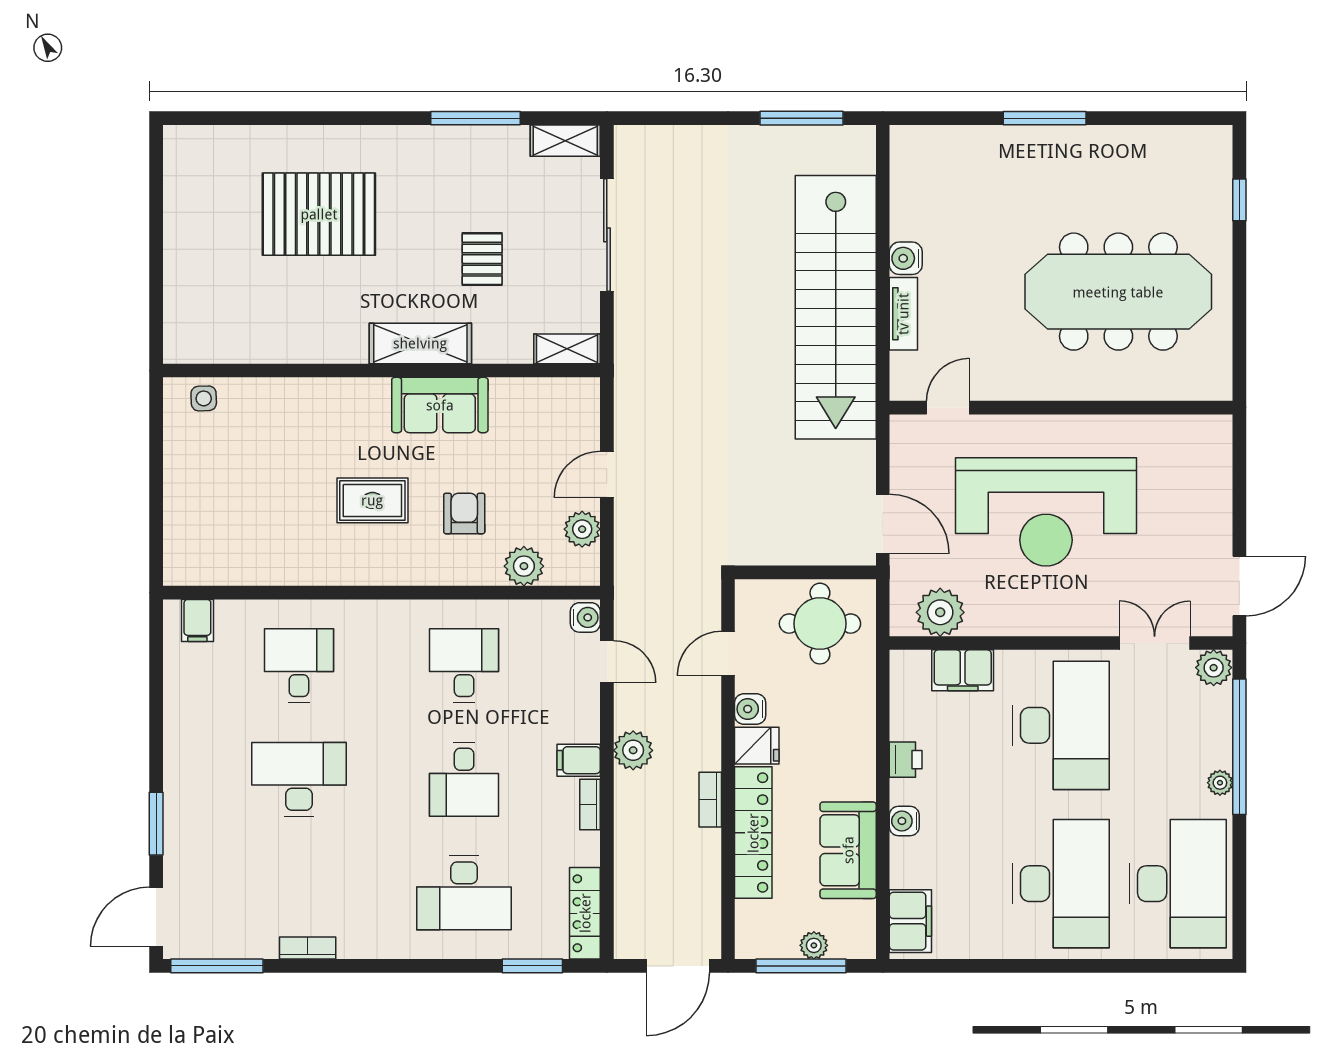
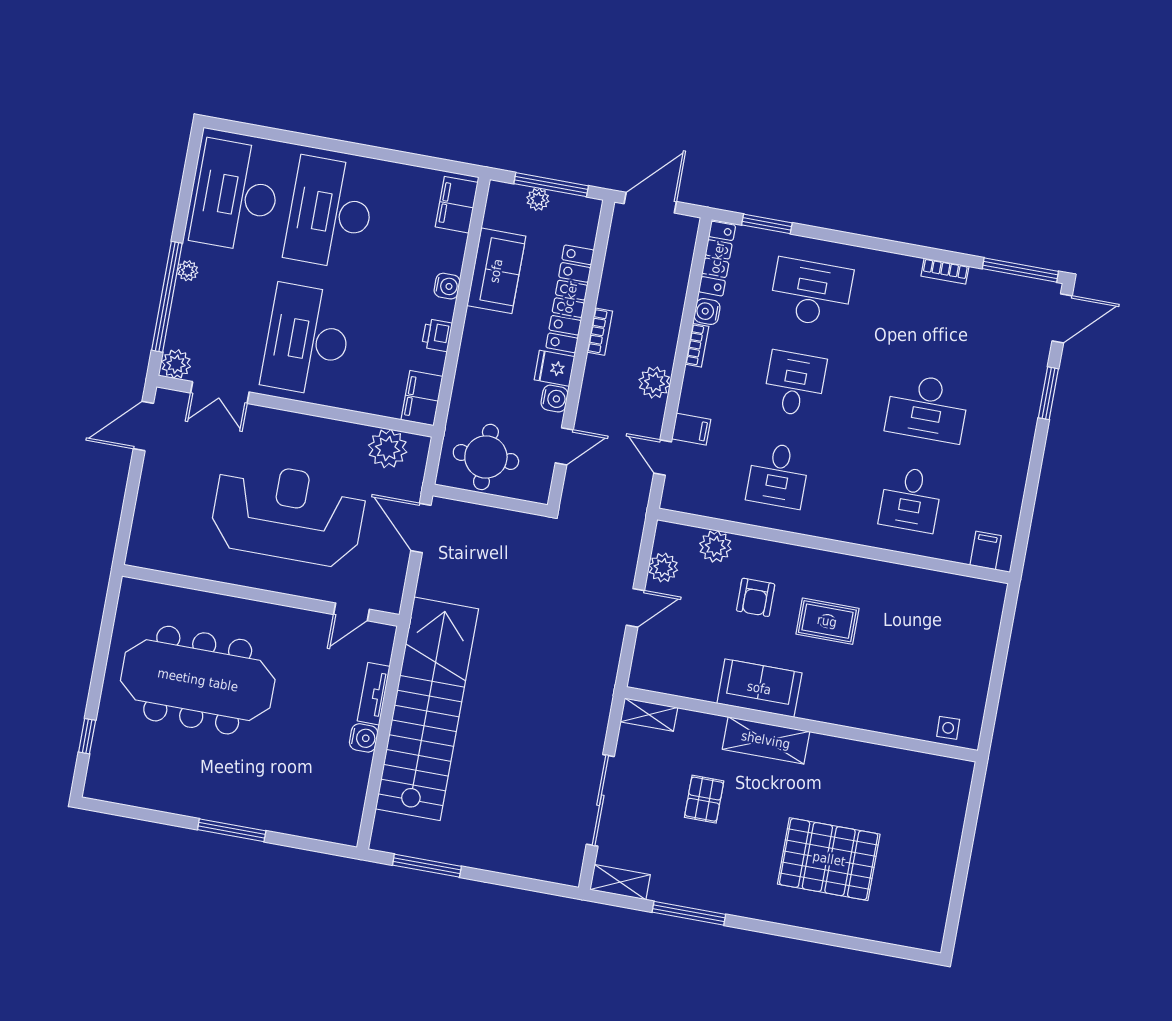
water cooler: (585, 617) -> (707, 311), moved
filing cabinet: (963, 670) -> (422, 398), moved, turned -90
filing cabinet: (579, 760) -> (691, 429), moved

